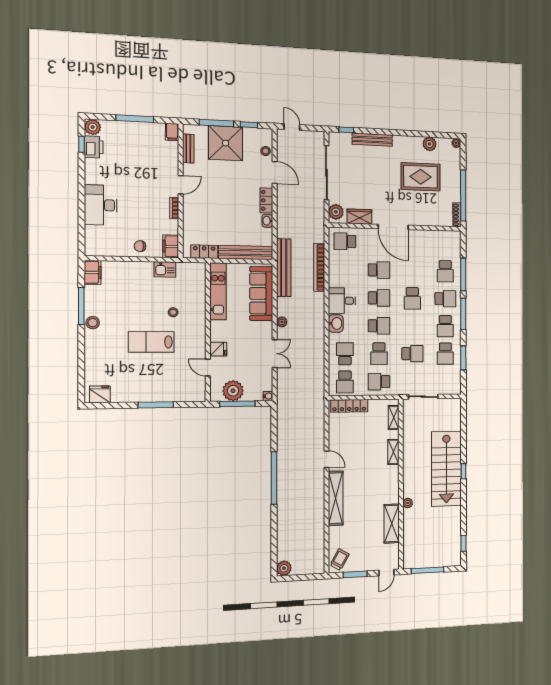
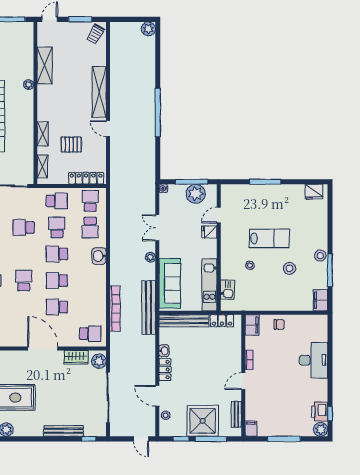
kitchen sink: (165, 269) -> (227, 290), moved, turned 90
desk: (342, 301) -> (93, 278), removed
stool: (128, 308) -> (290, 268), added
door: (208, 368) -> (219, 215), swing flipped
pallet: (364, 441) -> (71, 145), added

